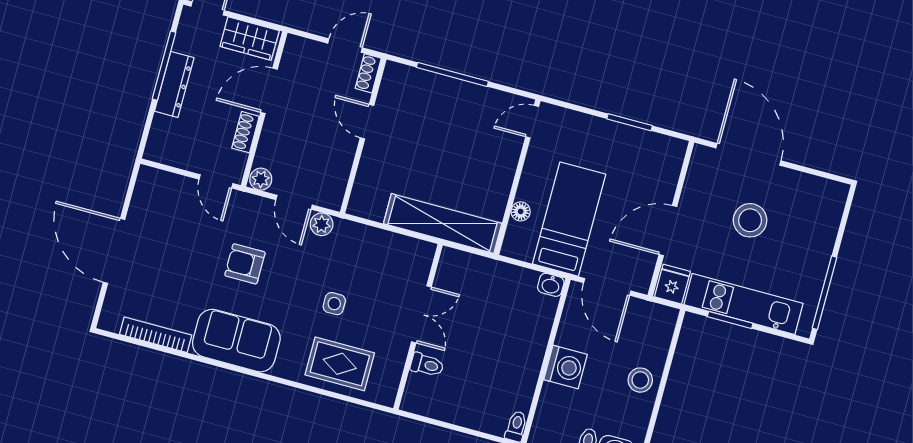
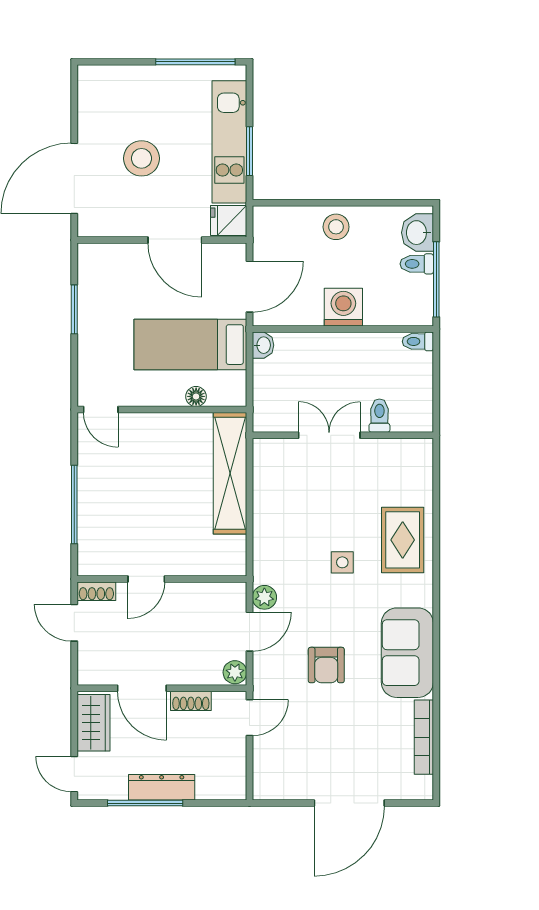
double door: (421, 314) -> (329, 435), moved
wall: (418, 327) -> (343, 435), moved
toilet: (427, 365) -> (379, 416), moved

